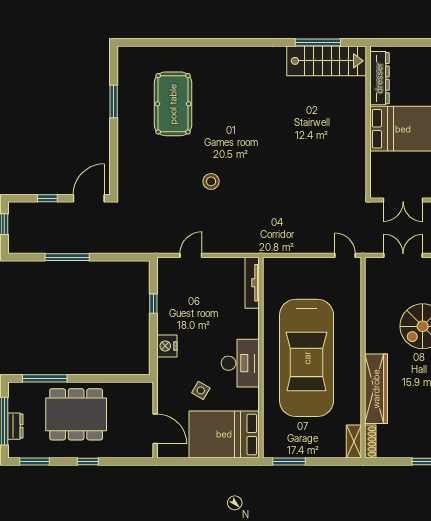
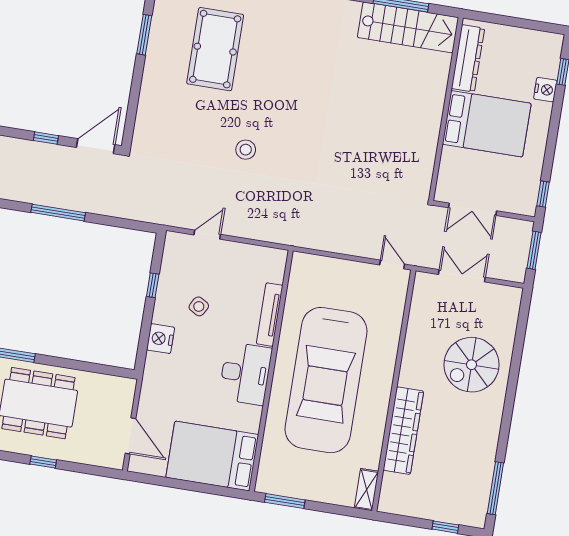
tv unit: (252, 283) -> (270, 315), moved
side table: (201, 390) -> (199, 306), moved
shoe rack: (370, 442) -> (386, 493), removed

